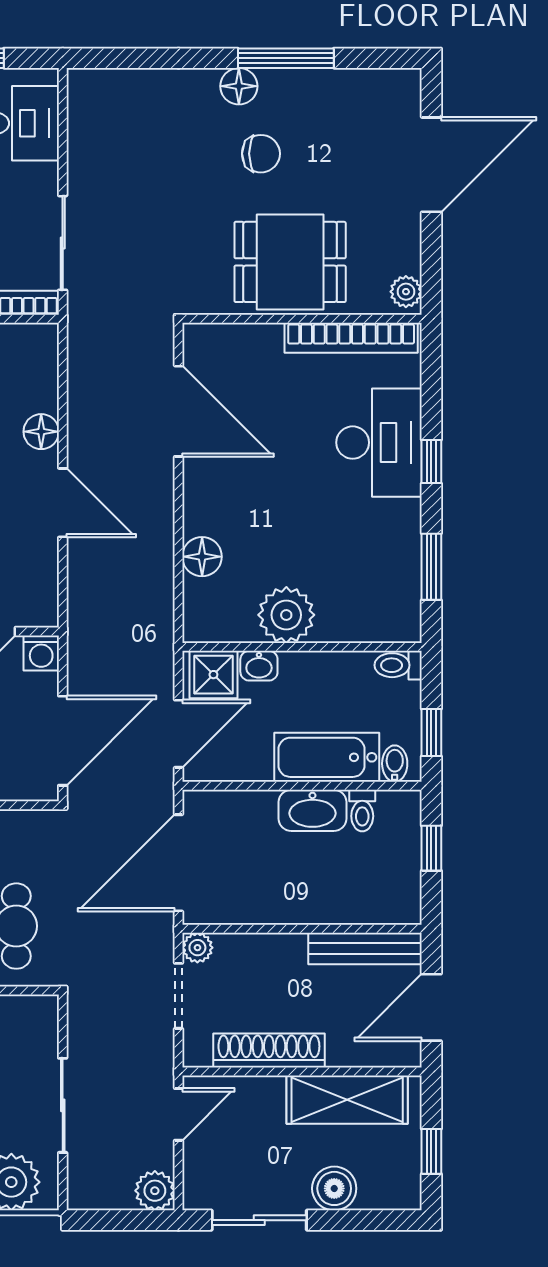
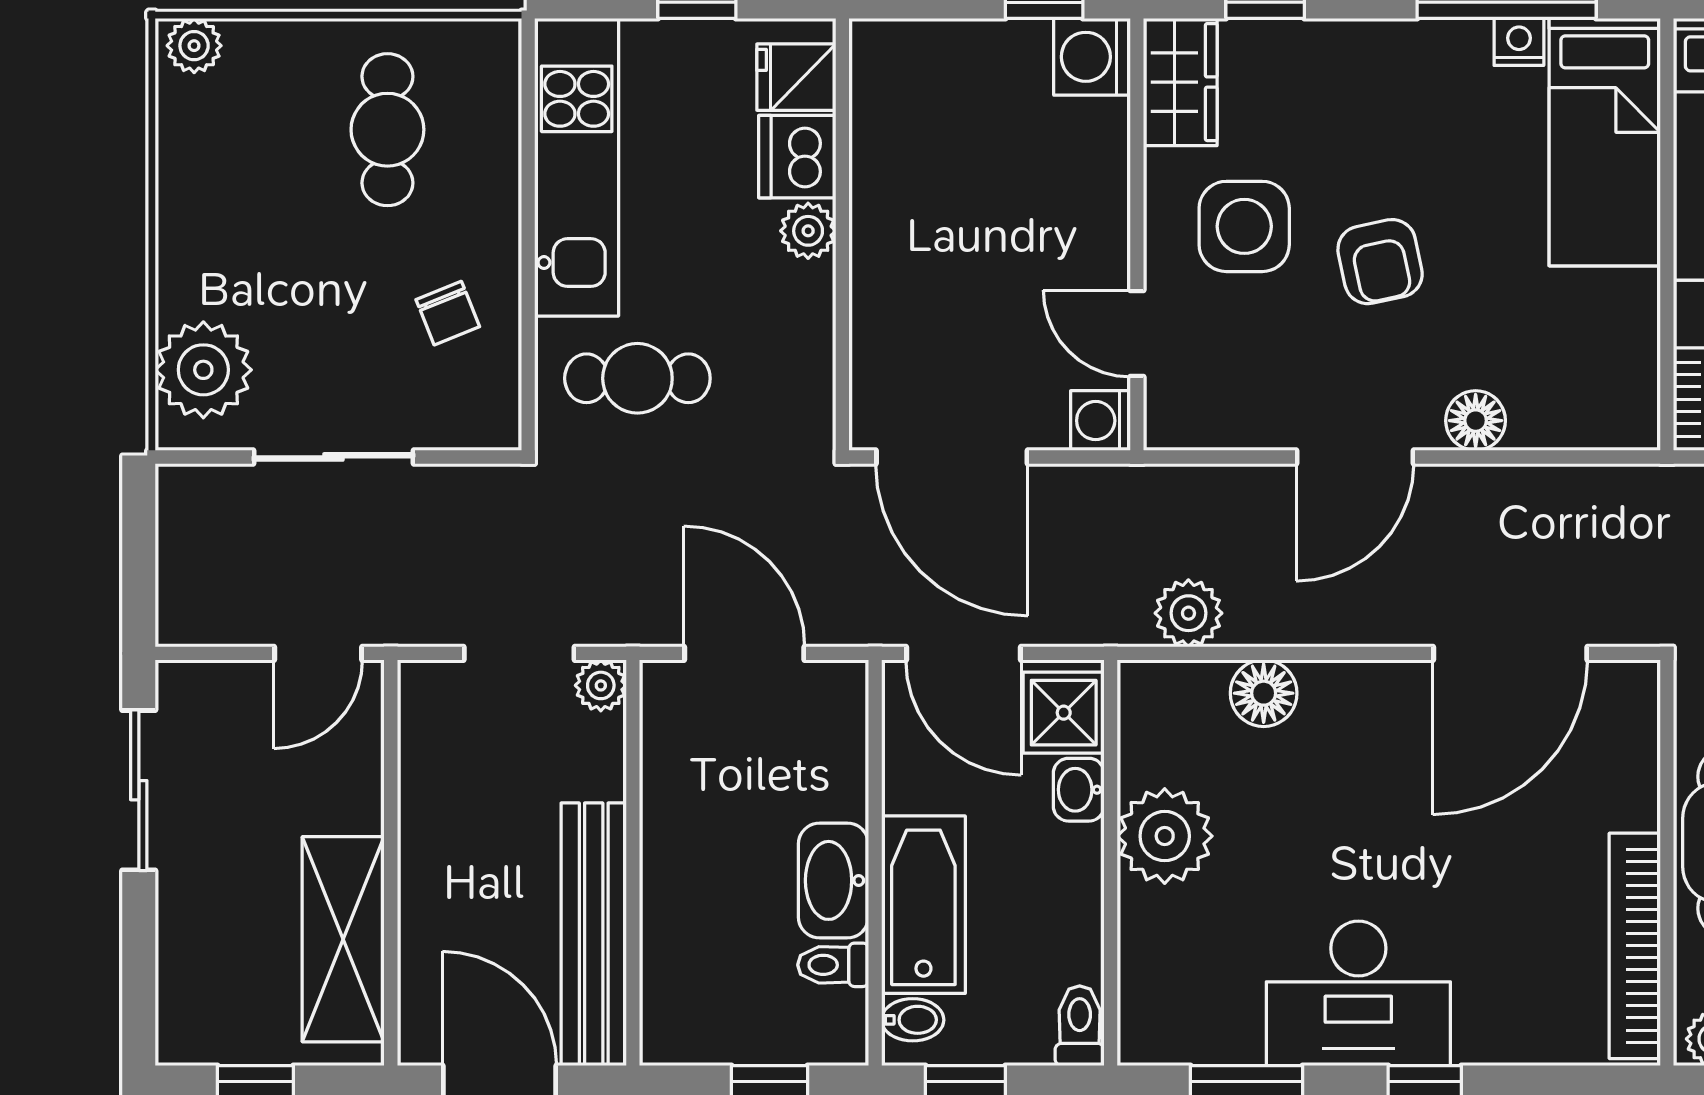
desk: (379, 443) -> (1358, 993), moved
door: (178, 863) -> (744, 653), width x0.73
bench: (365, 948) -> (594, 934), width x1.37, depth x1.21
shoe rack: (269, 1050) -> (426, 807), removed
door: (178, 1114) -> (318, 653), hinge flipped
boiler: (334, 1188) -> (192, 917), removed
plant: (155, 1191) -> (1188, 613), moved

